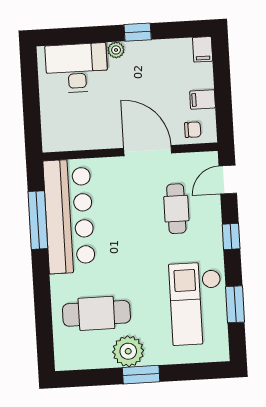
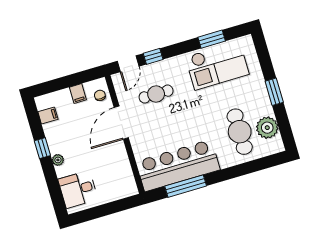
filing cabinet: (203, 49) -> (48, 115), moved
desk: (77, 68) -> (78, 189), width x0.73
door: (228, 180) -> (128, 64), hinge flipped
window: (231, 237) -> (153, 56), moved
plant: (128, 351) -> (267, 128), moved

